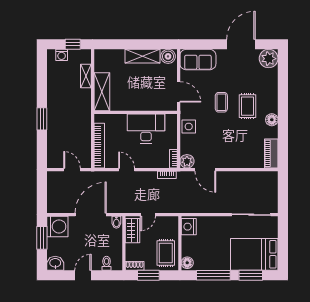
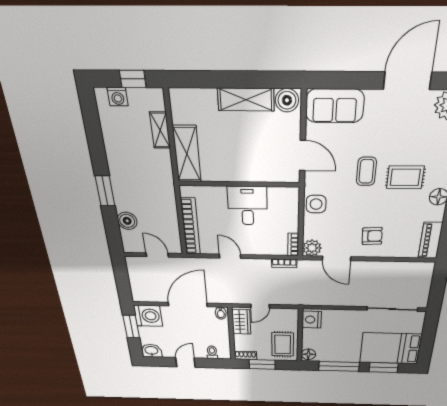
rug: (248, 106) -> (405, 177), turned 90
desk: (146, 129) -> (247, 206), width x0.73
boiler: (54, 142) -> (127, 221), added
armchair: (230, 151) -> (372, 236), added

